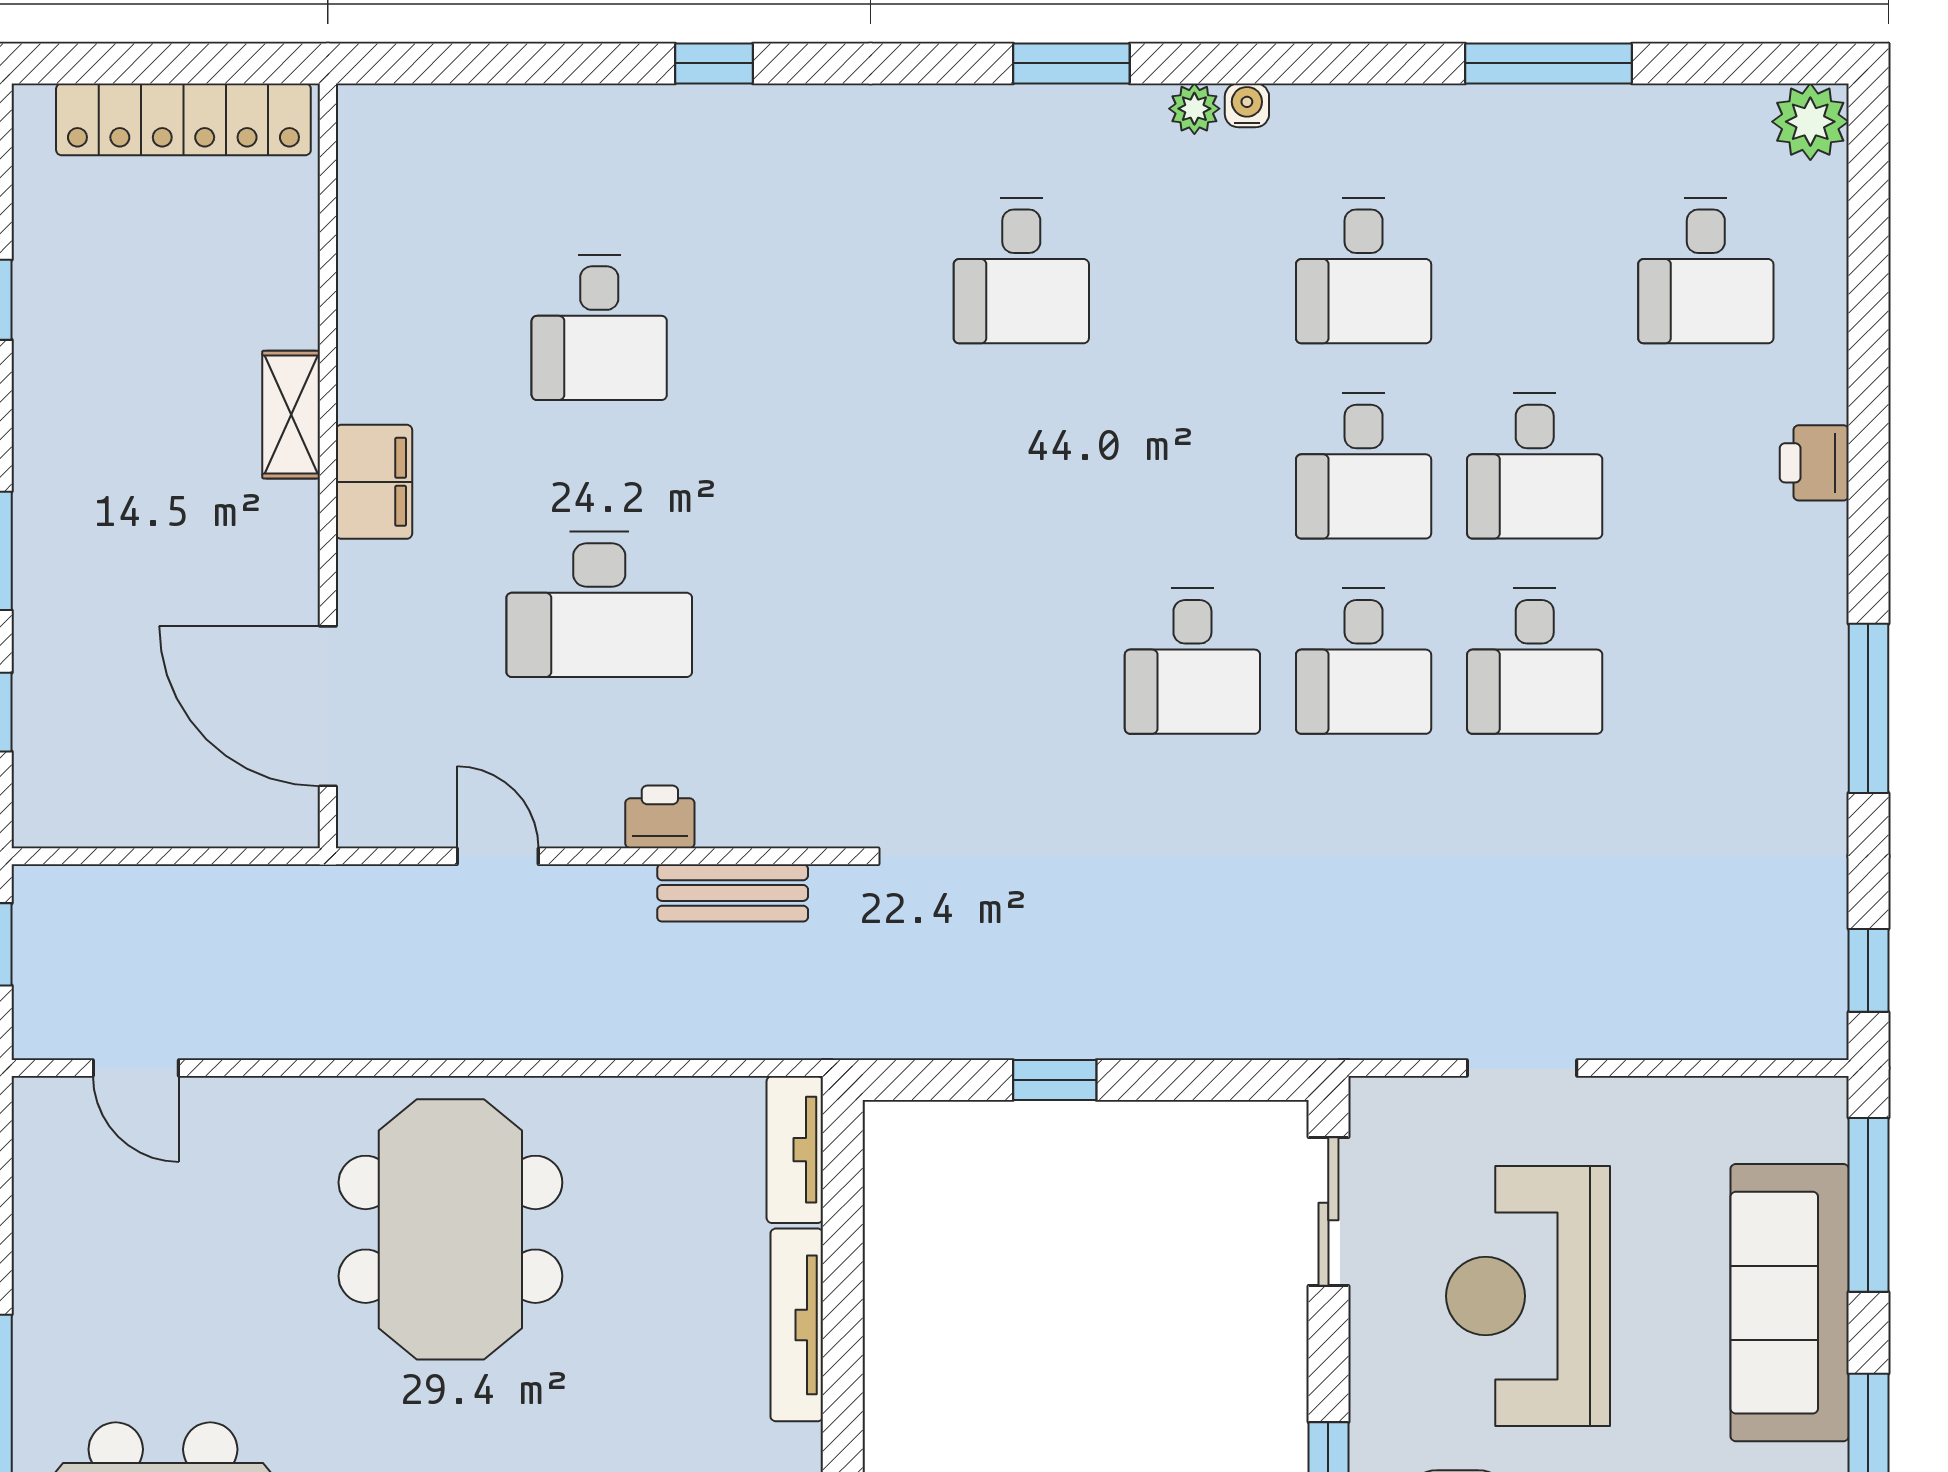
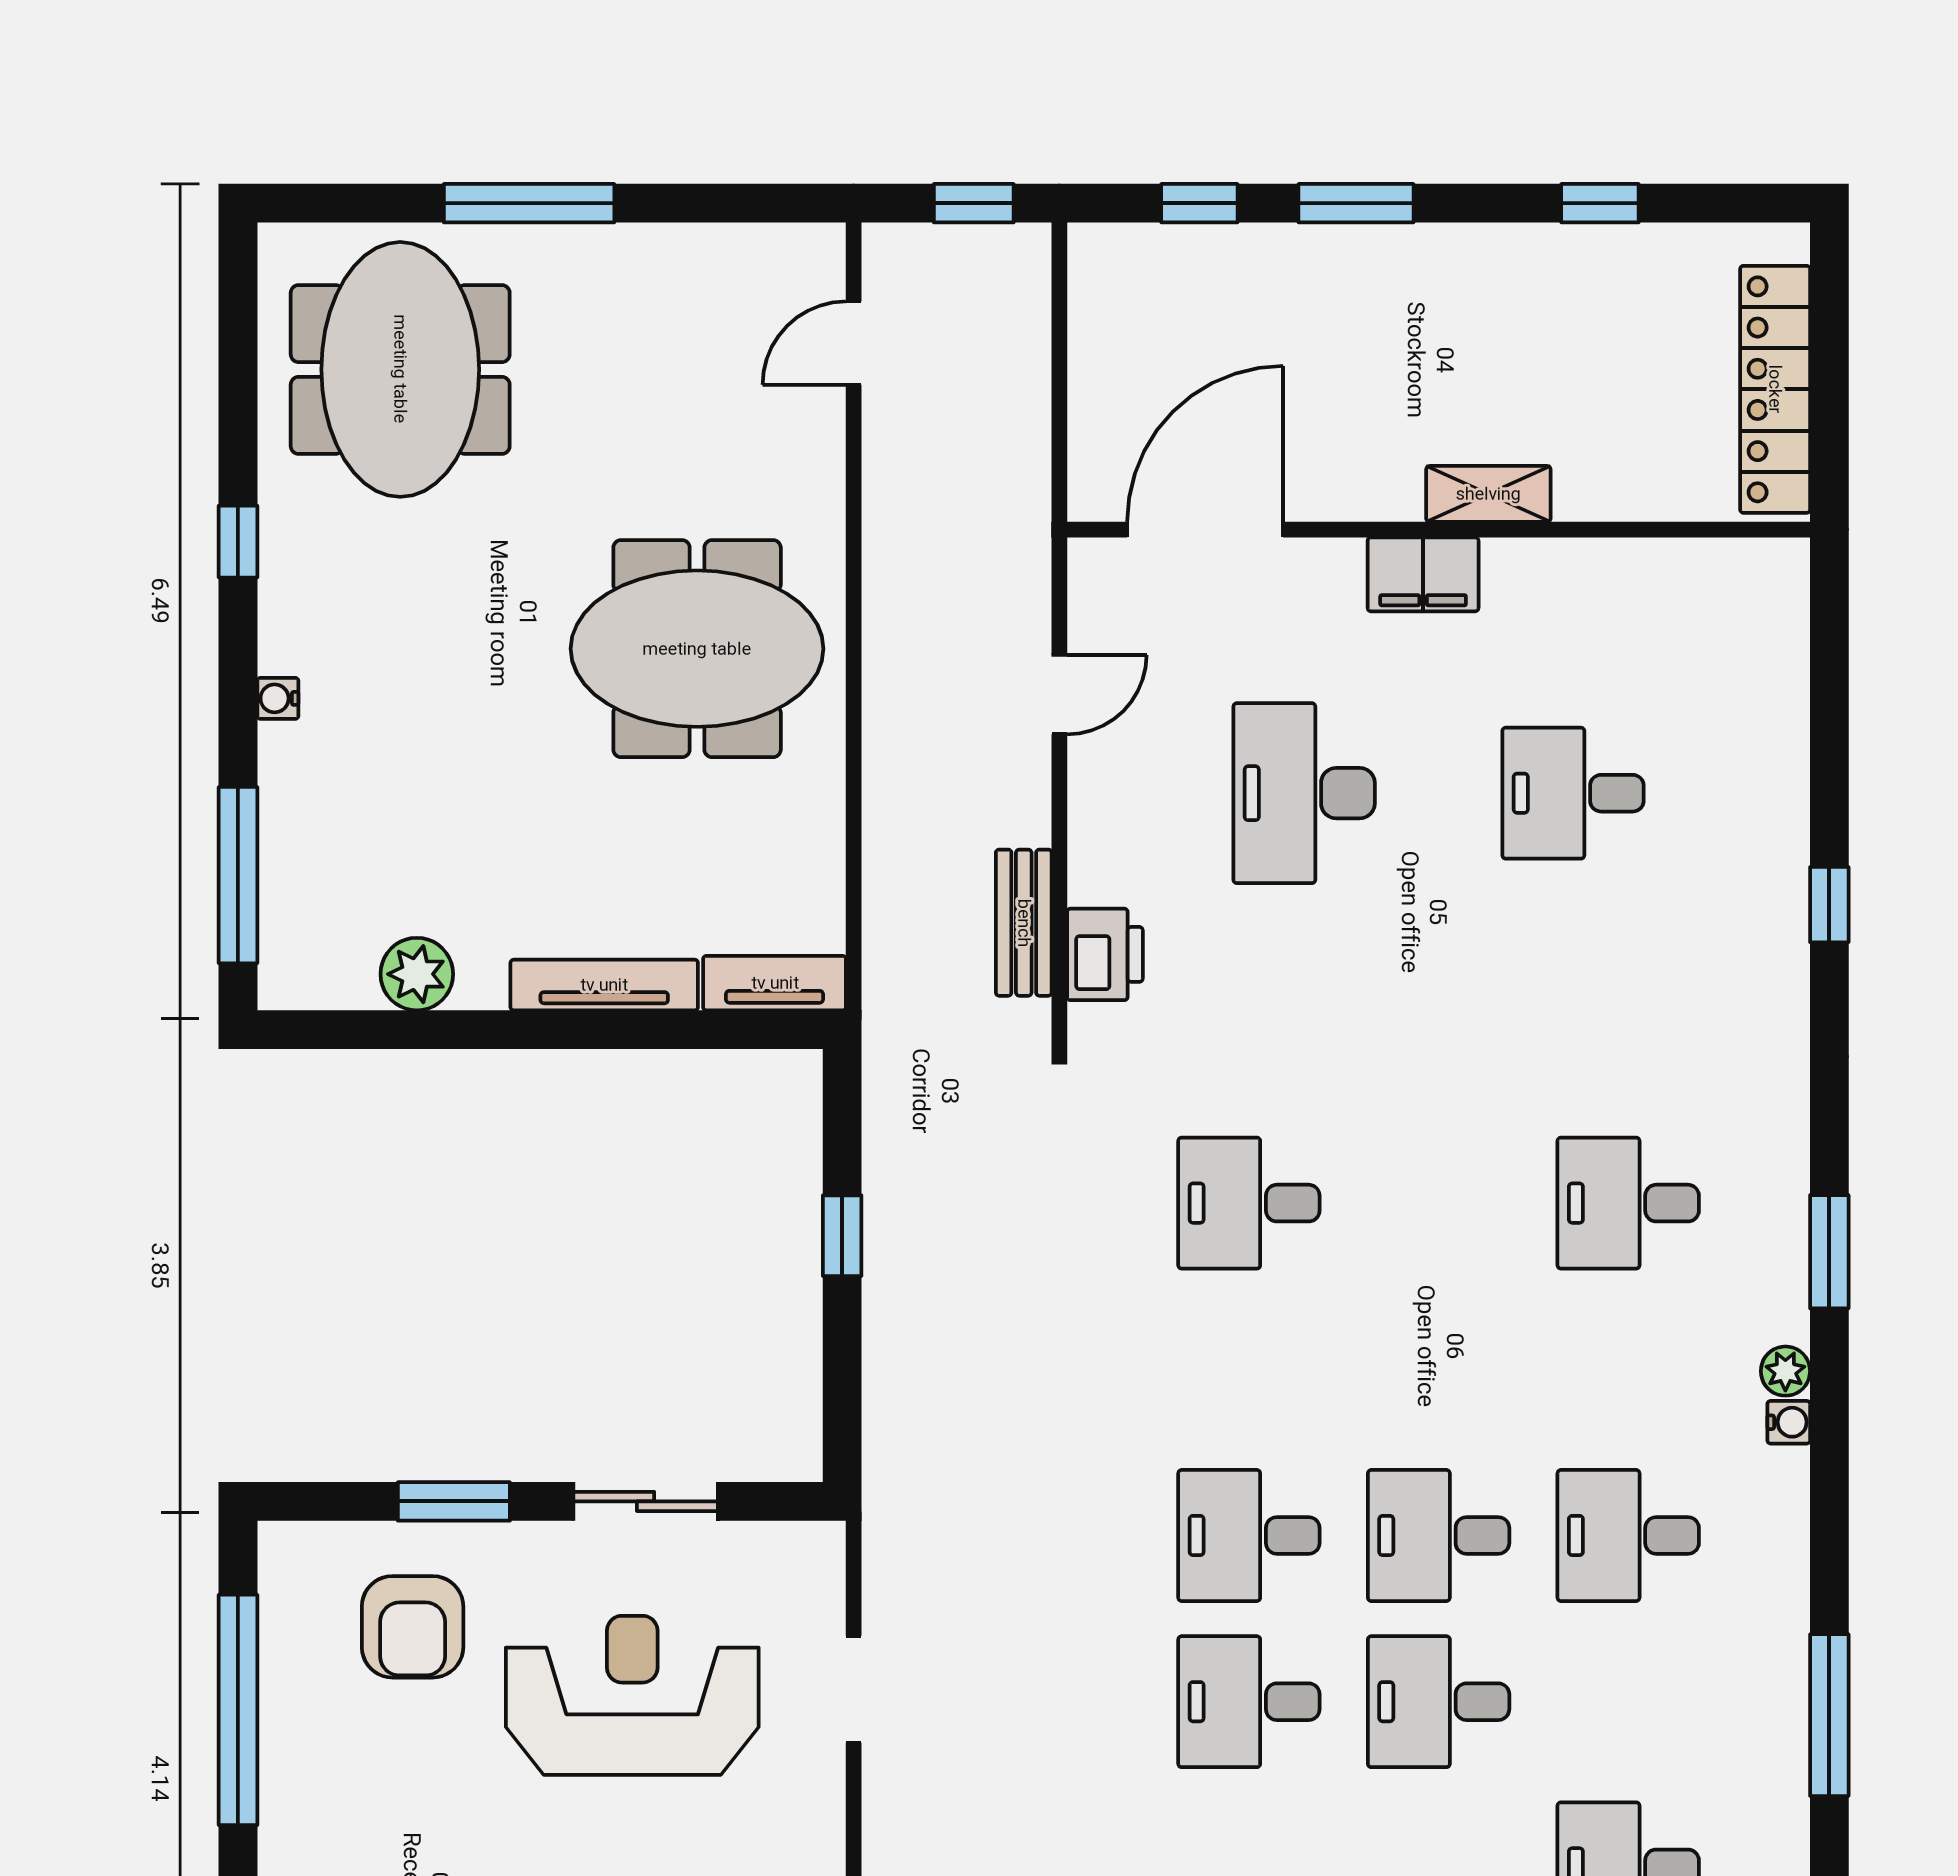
desk: (1192, 661) -> (1249, 1203), moved
printer: (660, 817) -> (1105, 954), moved, width x1.36, depth x1.24
sliding door: (1328, 1211) -> (646, 1501), moved

